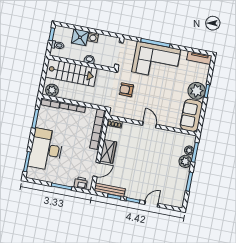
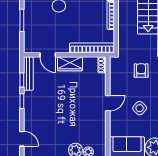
side table: (159, 98) -> (140, 108), added
printer: (81, 183) -> (30, 41), removed
door: (151, 204) -> (22, 139), moved

